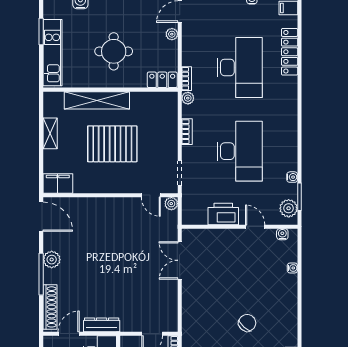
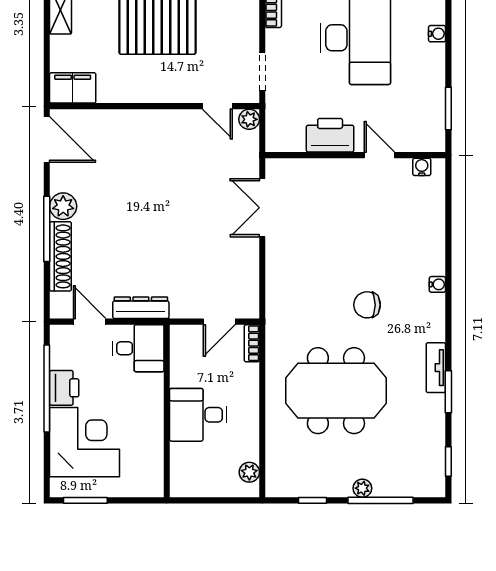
water cooler: (292, 177) -> (437, 34), moved
plant: (289, 208) -> (431, 127), removed
water cooler: (292, 268) -> (437, 284), moved
shoe rack: (50, 307) -> (60, 256), moved
chair: (247, 323) -> (367, 305), turned -131
door: (69, 334) -> (90, 322), hinge flipped

